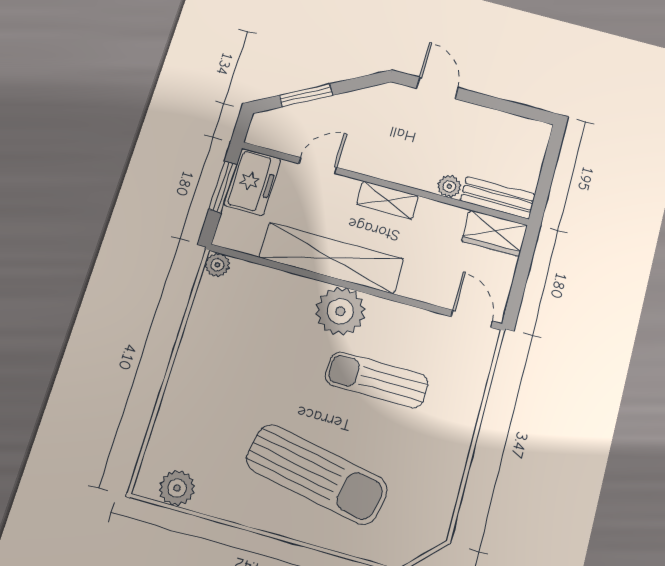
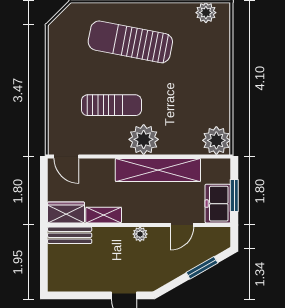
plant: (449, 186) -> (140, 234), moved
shelving: (387, 200) -> (104, 215), moved
plant: (217, 265) -> (216, 140), width x1.88, depth x1.88

